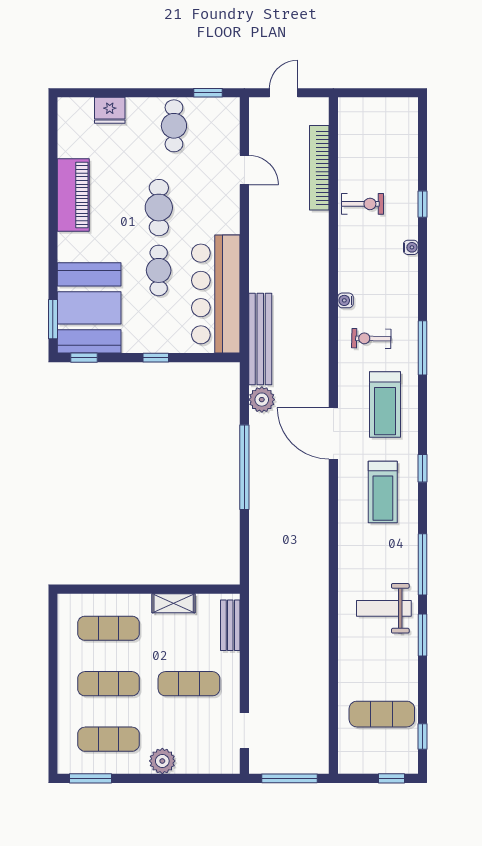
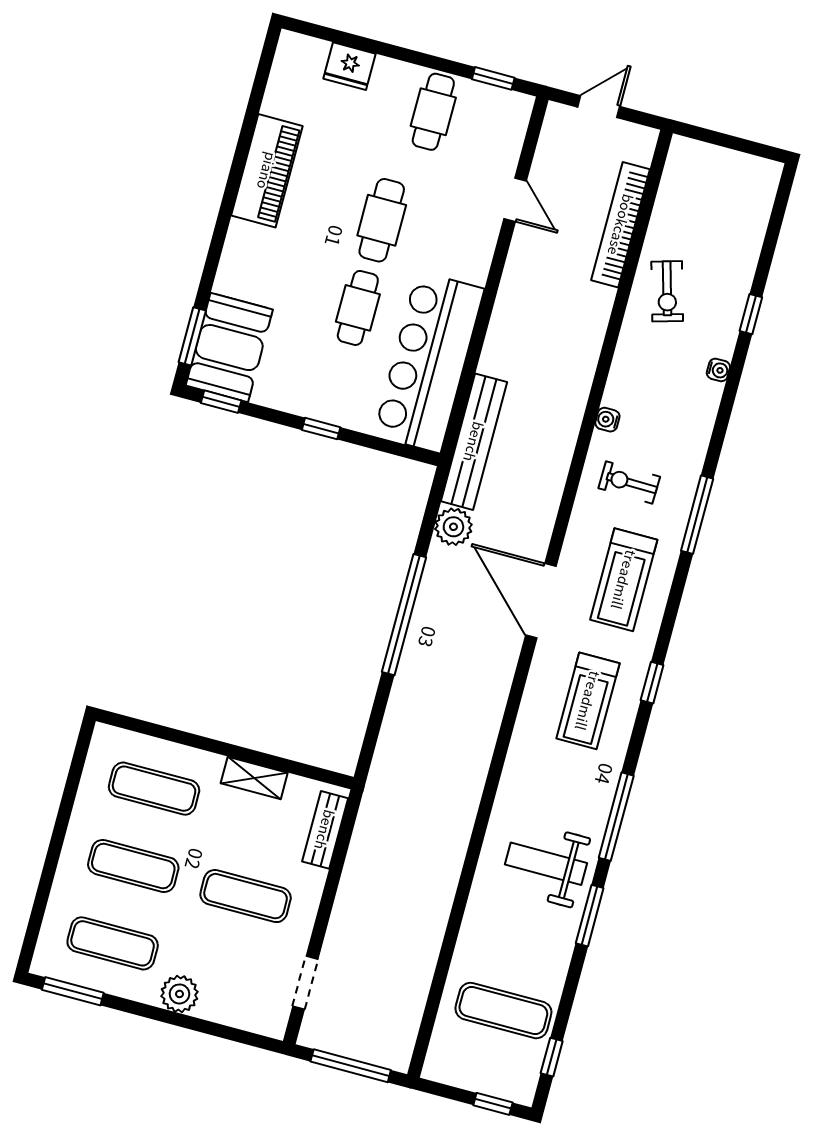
exercise bike: (362, 204) -> (667, 291), turned 74
booth: (89, 308) -> (229, 348), width x0.73, depth x0.70

